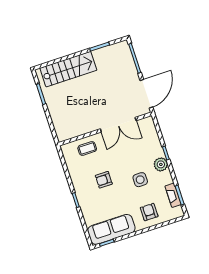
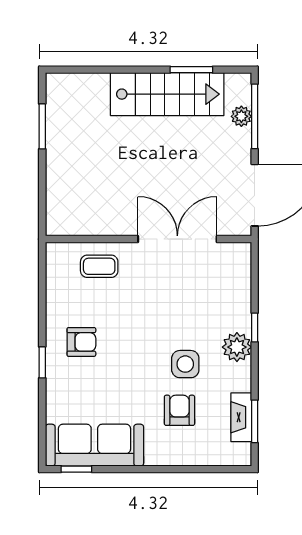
plant: (129, 60) -> (241, 116), added
stairs: (68, 69) -> (167, 94), moved
double door: (118, 125) -> (177, 239), swing flipped
armchair: (104, 180) -> (81, 342), moved, turned 180
armchair: (149, 212) -> (179, 410), moved

